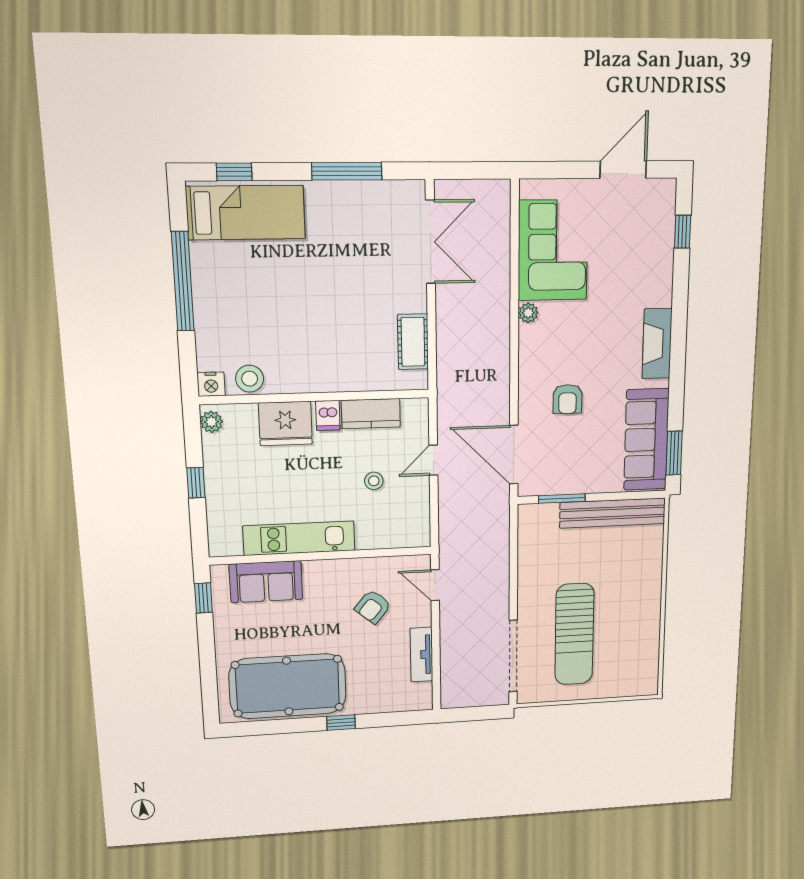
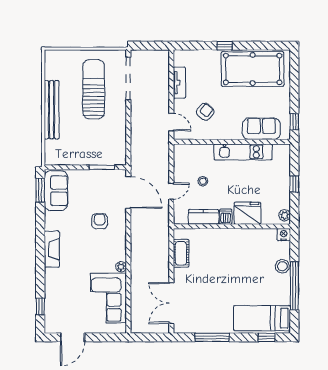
stool: (250, 379) -> (282, 266), moved
sofa: (646, 440) -> (56, 191), width x0.73
bench: (613, 513) -> (52, 110), moved, turned 90

